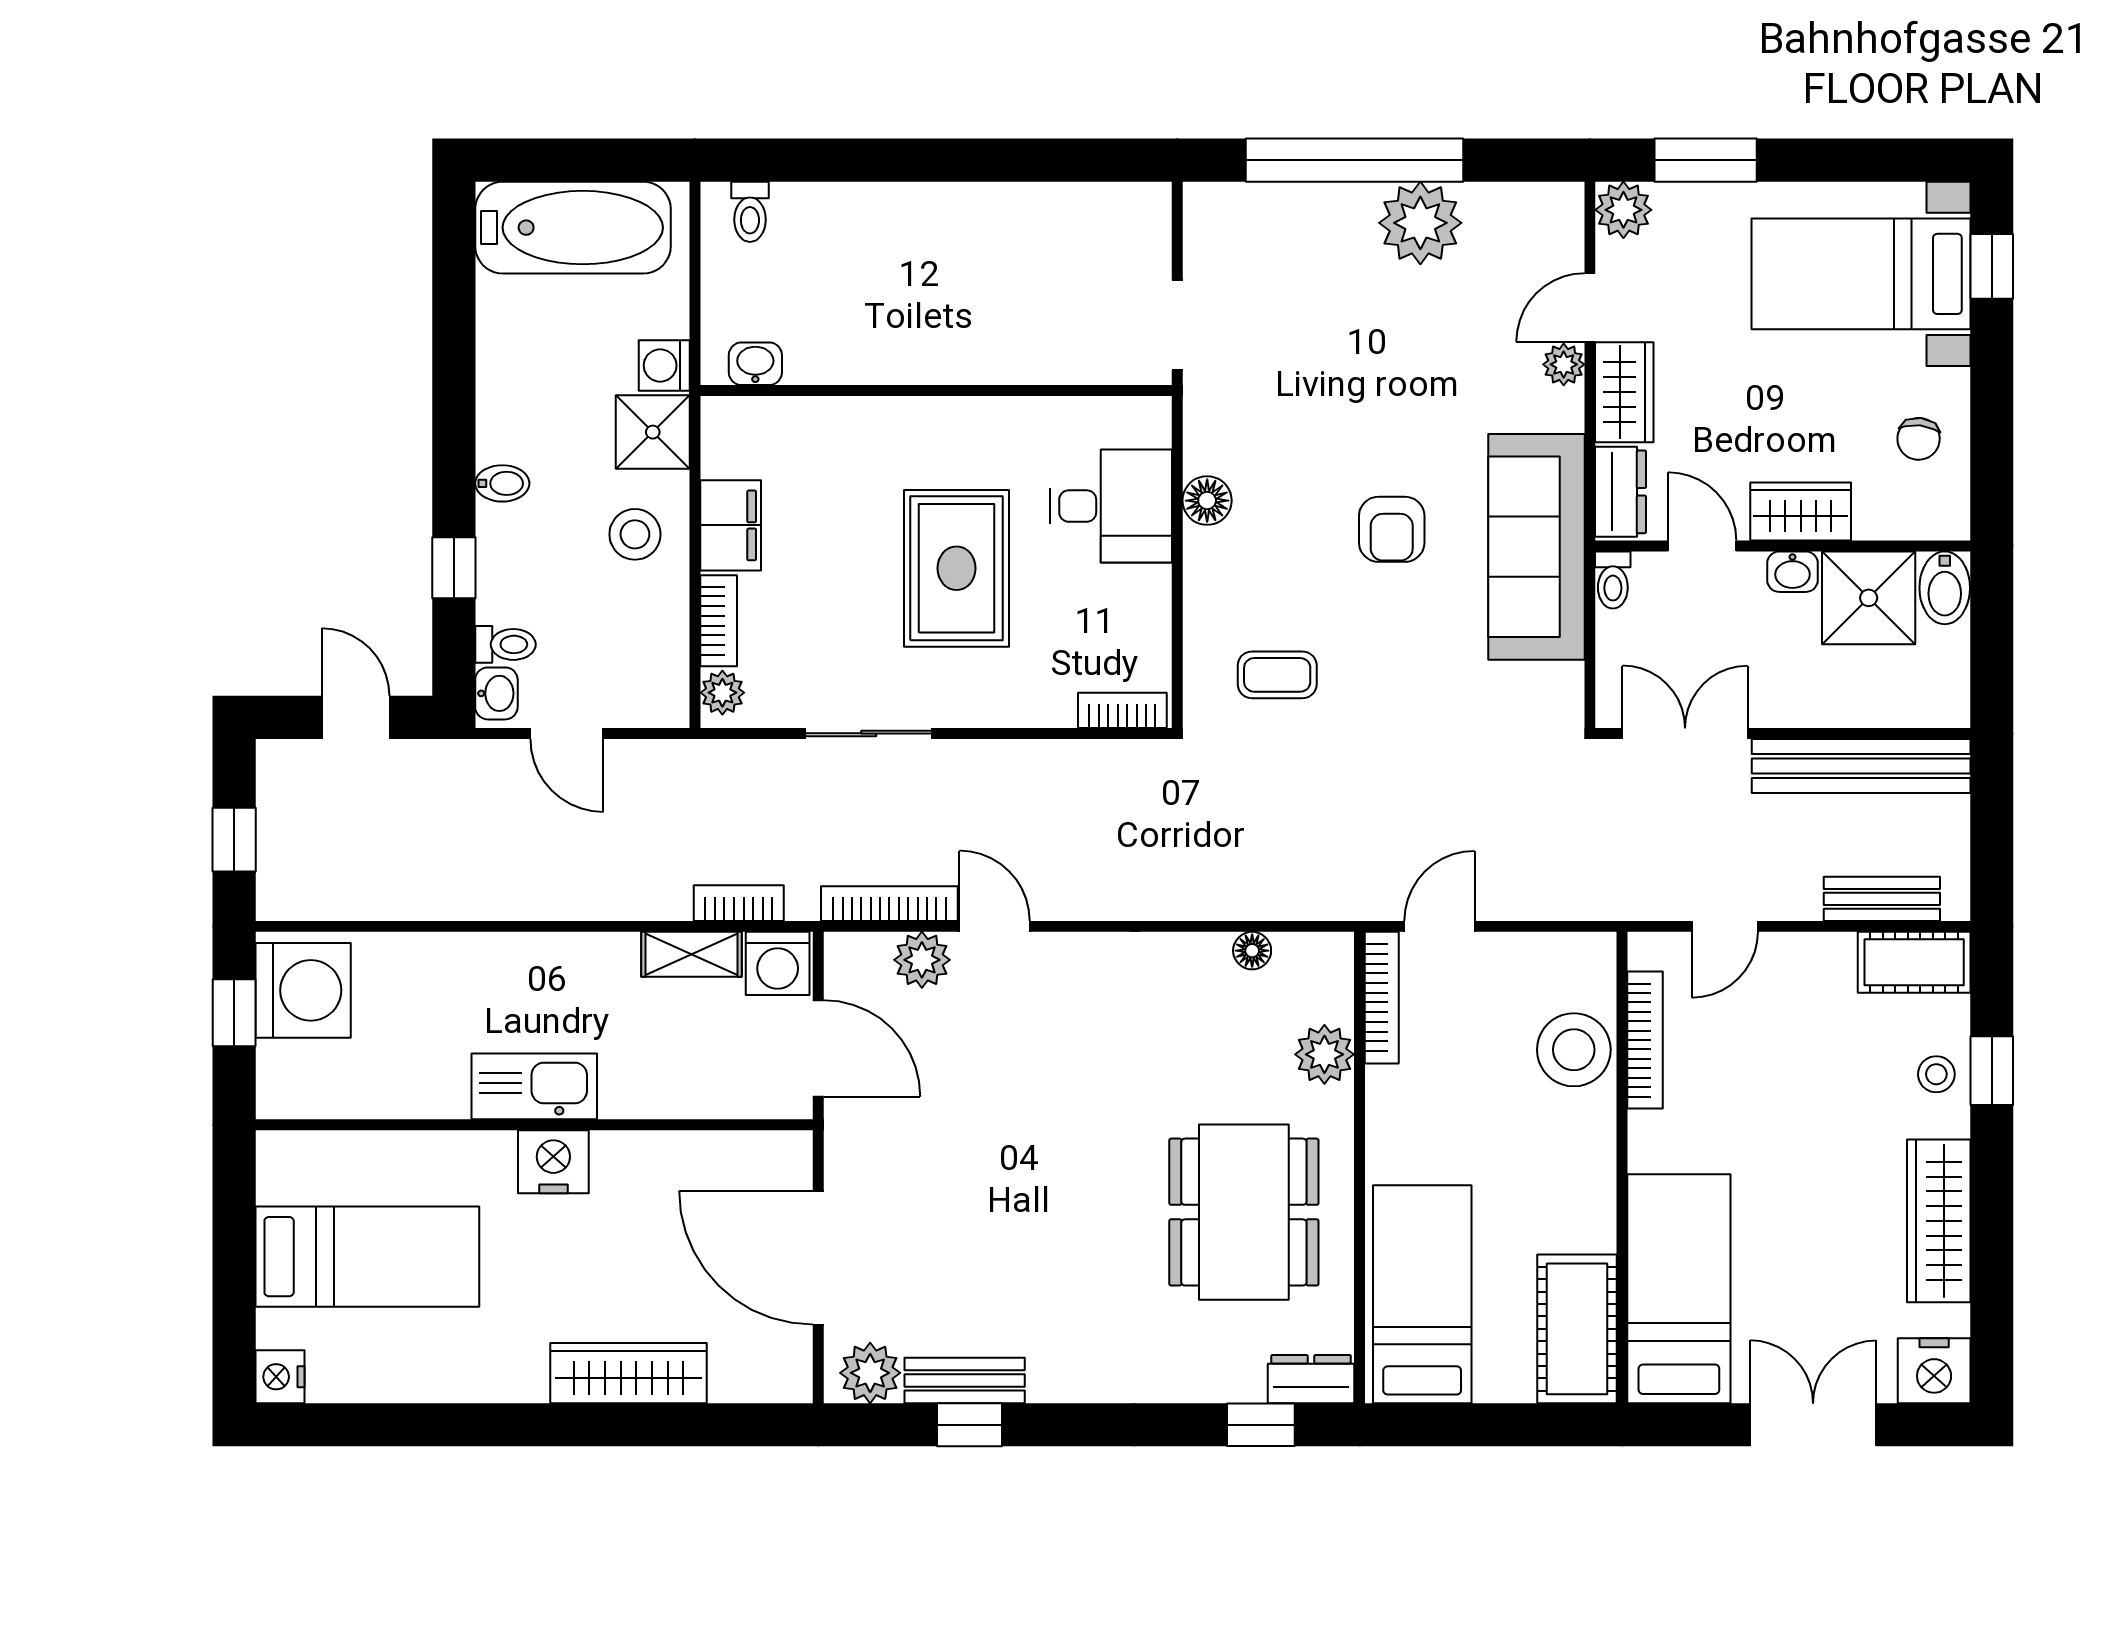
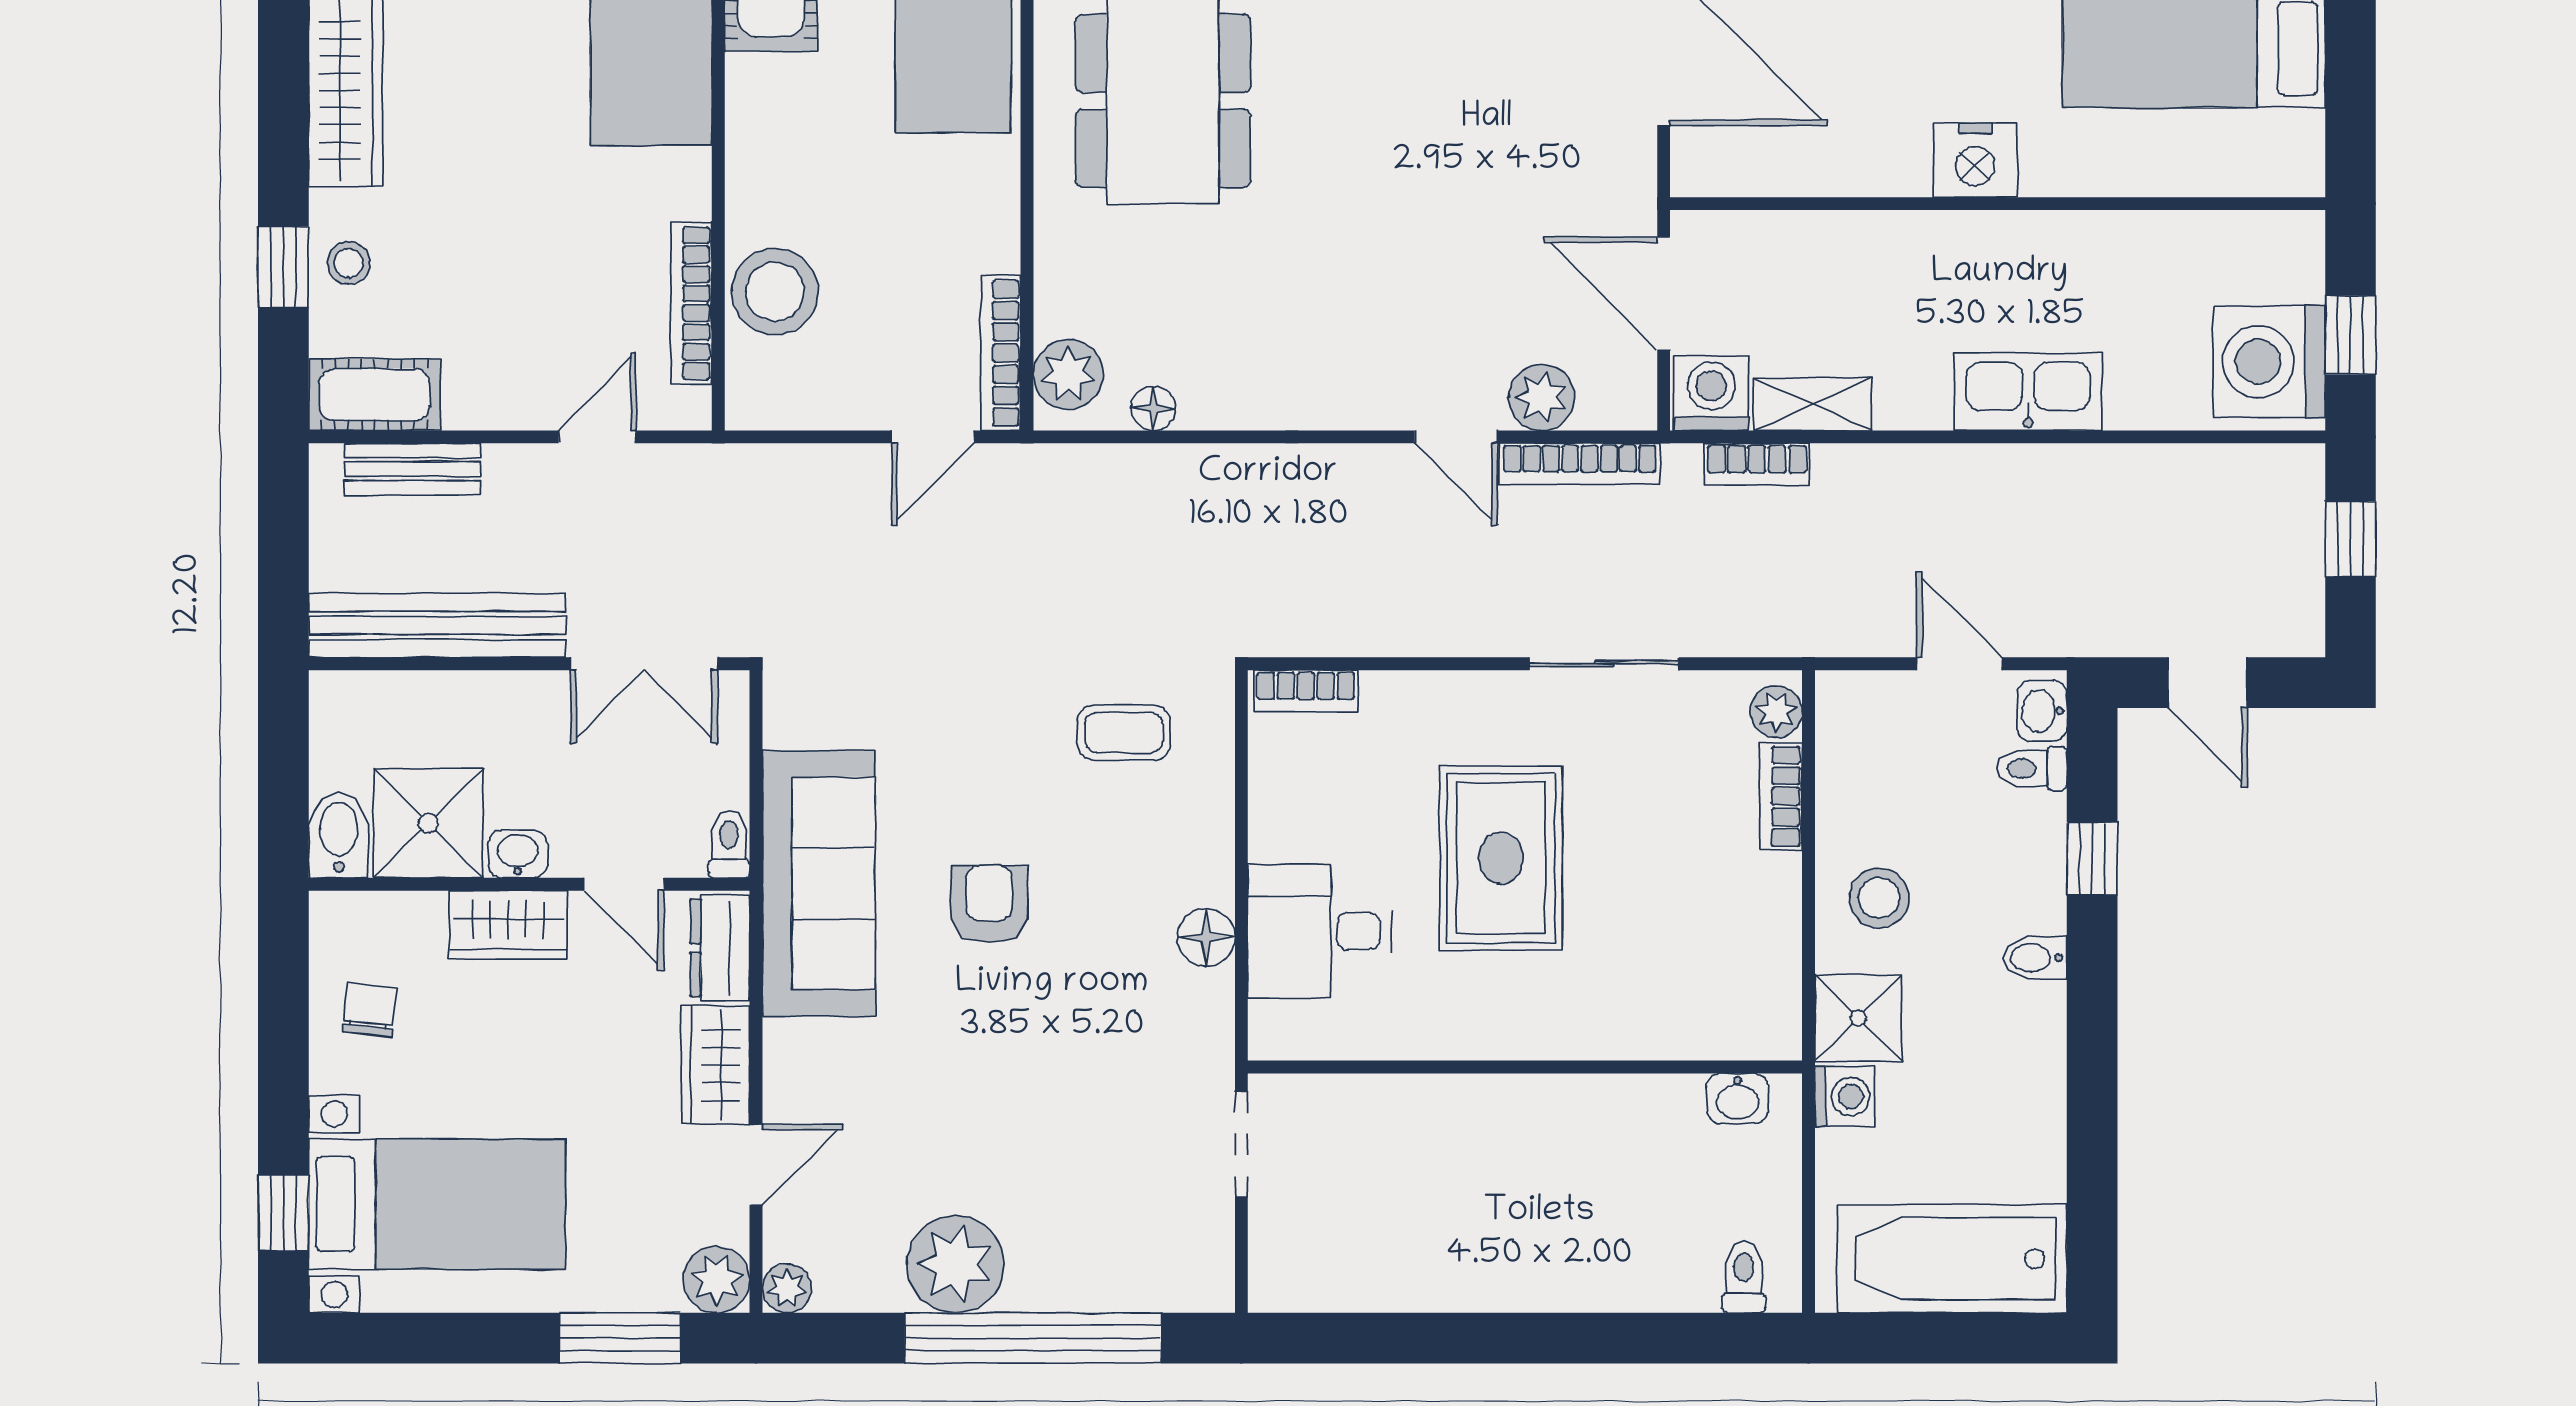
plant: (1564, 364) -> (787, 1288), moved
filing cabinet: (731, 525) -> (1767, 908), removed
plant: (1324, 1054) -> (1068, 374), moved
kitchen sink: (534, 1086) -> (2028, 392), moved, turned 180

